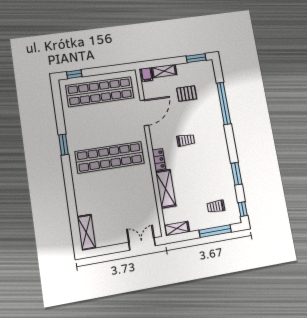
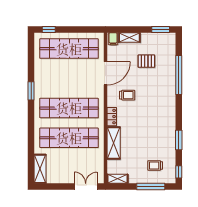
trolley: (186, 140) -> (127, 95), moved
shop shelf: (115, 191) -> (69, 138), added

